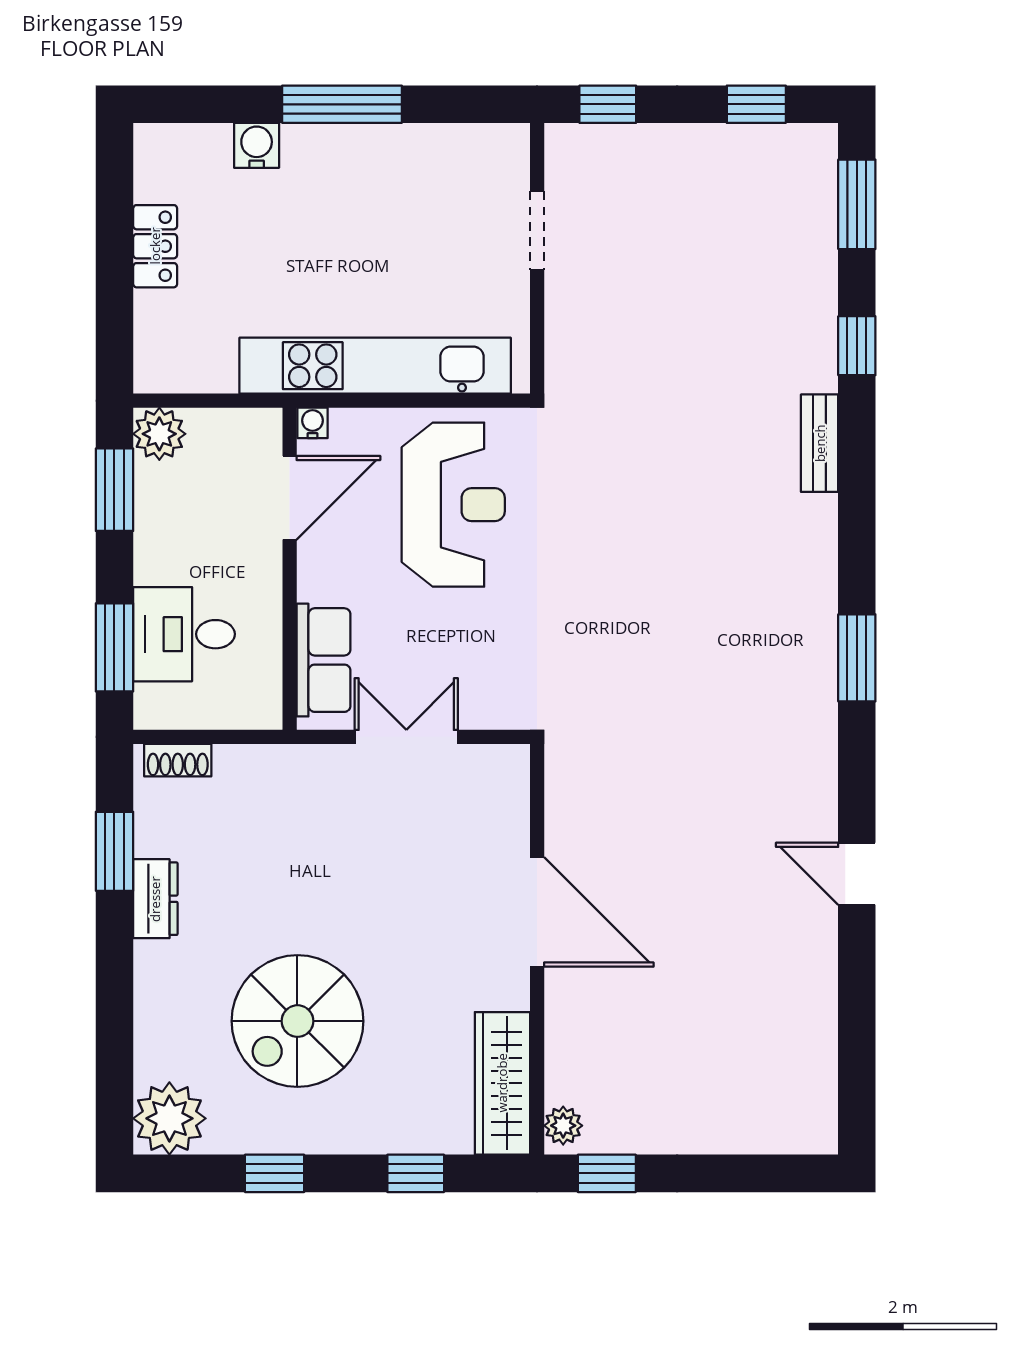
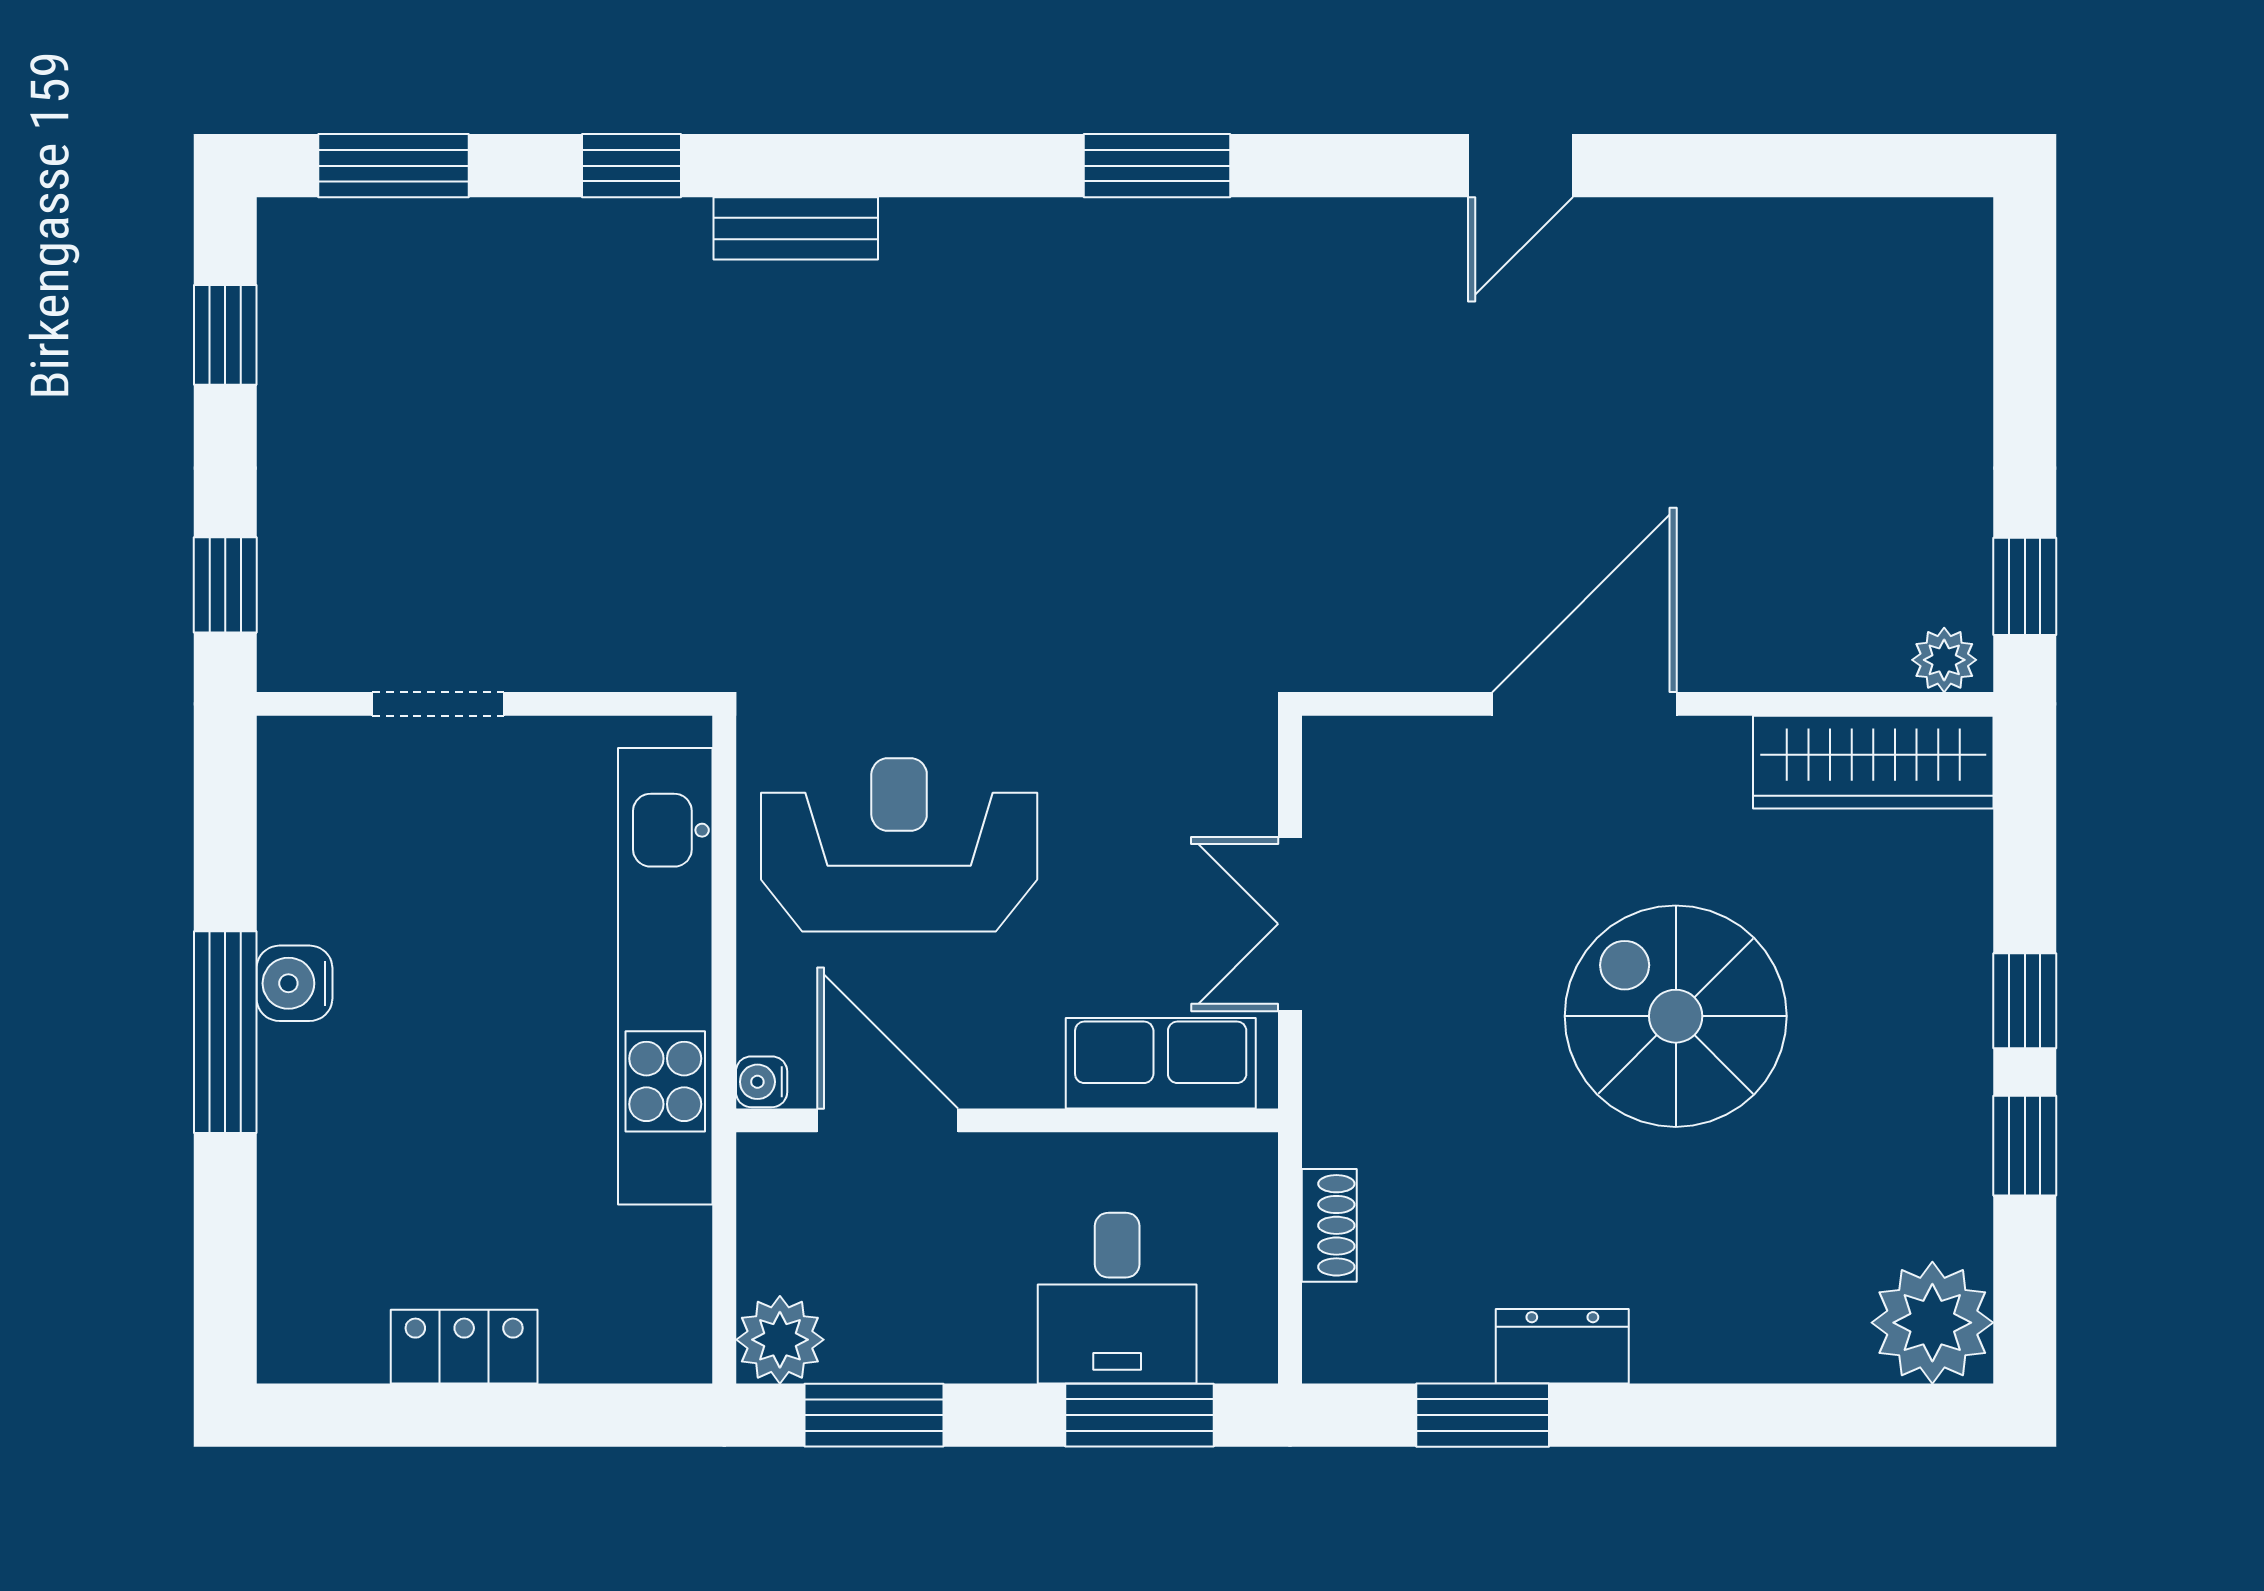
water cooler: (257, 145) -> (294, 983), moved
shoe rack: (178, 760) -> (1329, 1225), moved
spiral stairs: (297, 1021) -> (1676, 1016), moved, turned 180
window: (416, 1173) -> (2025, 1001), moved

